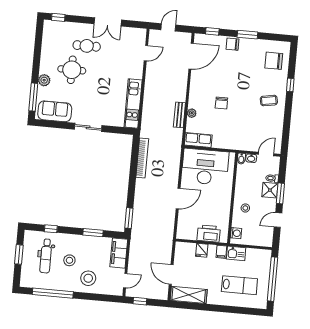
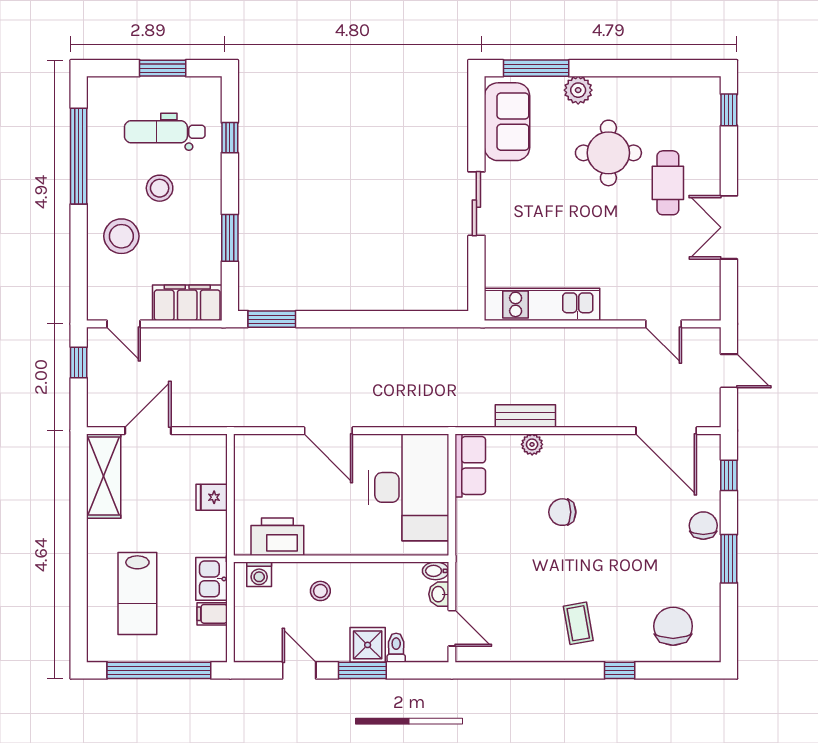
bookcase: (142, 158) -> (416, 338), removed
printer: (209, 234) -> (277, 537), moved, turned -90
filing cabinet: (221, 252) -> (212, 614), moved

